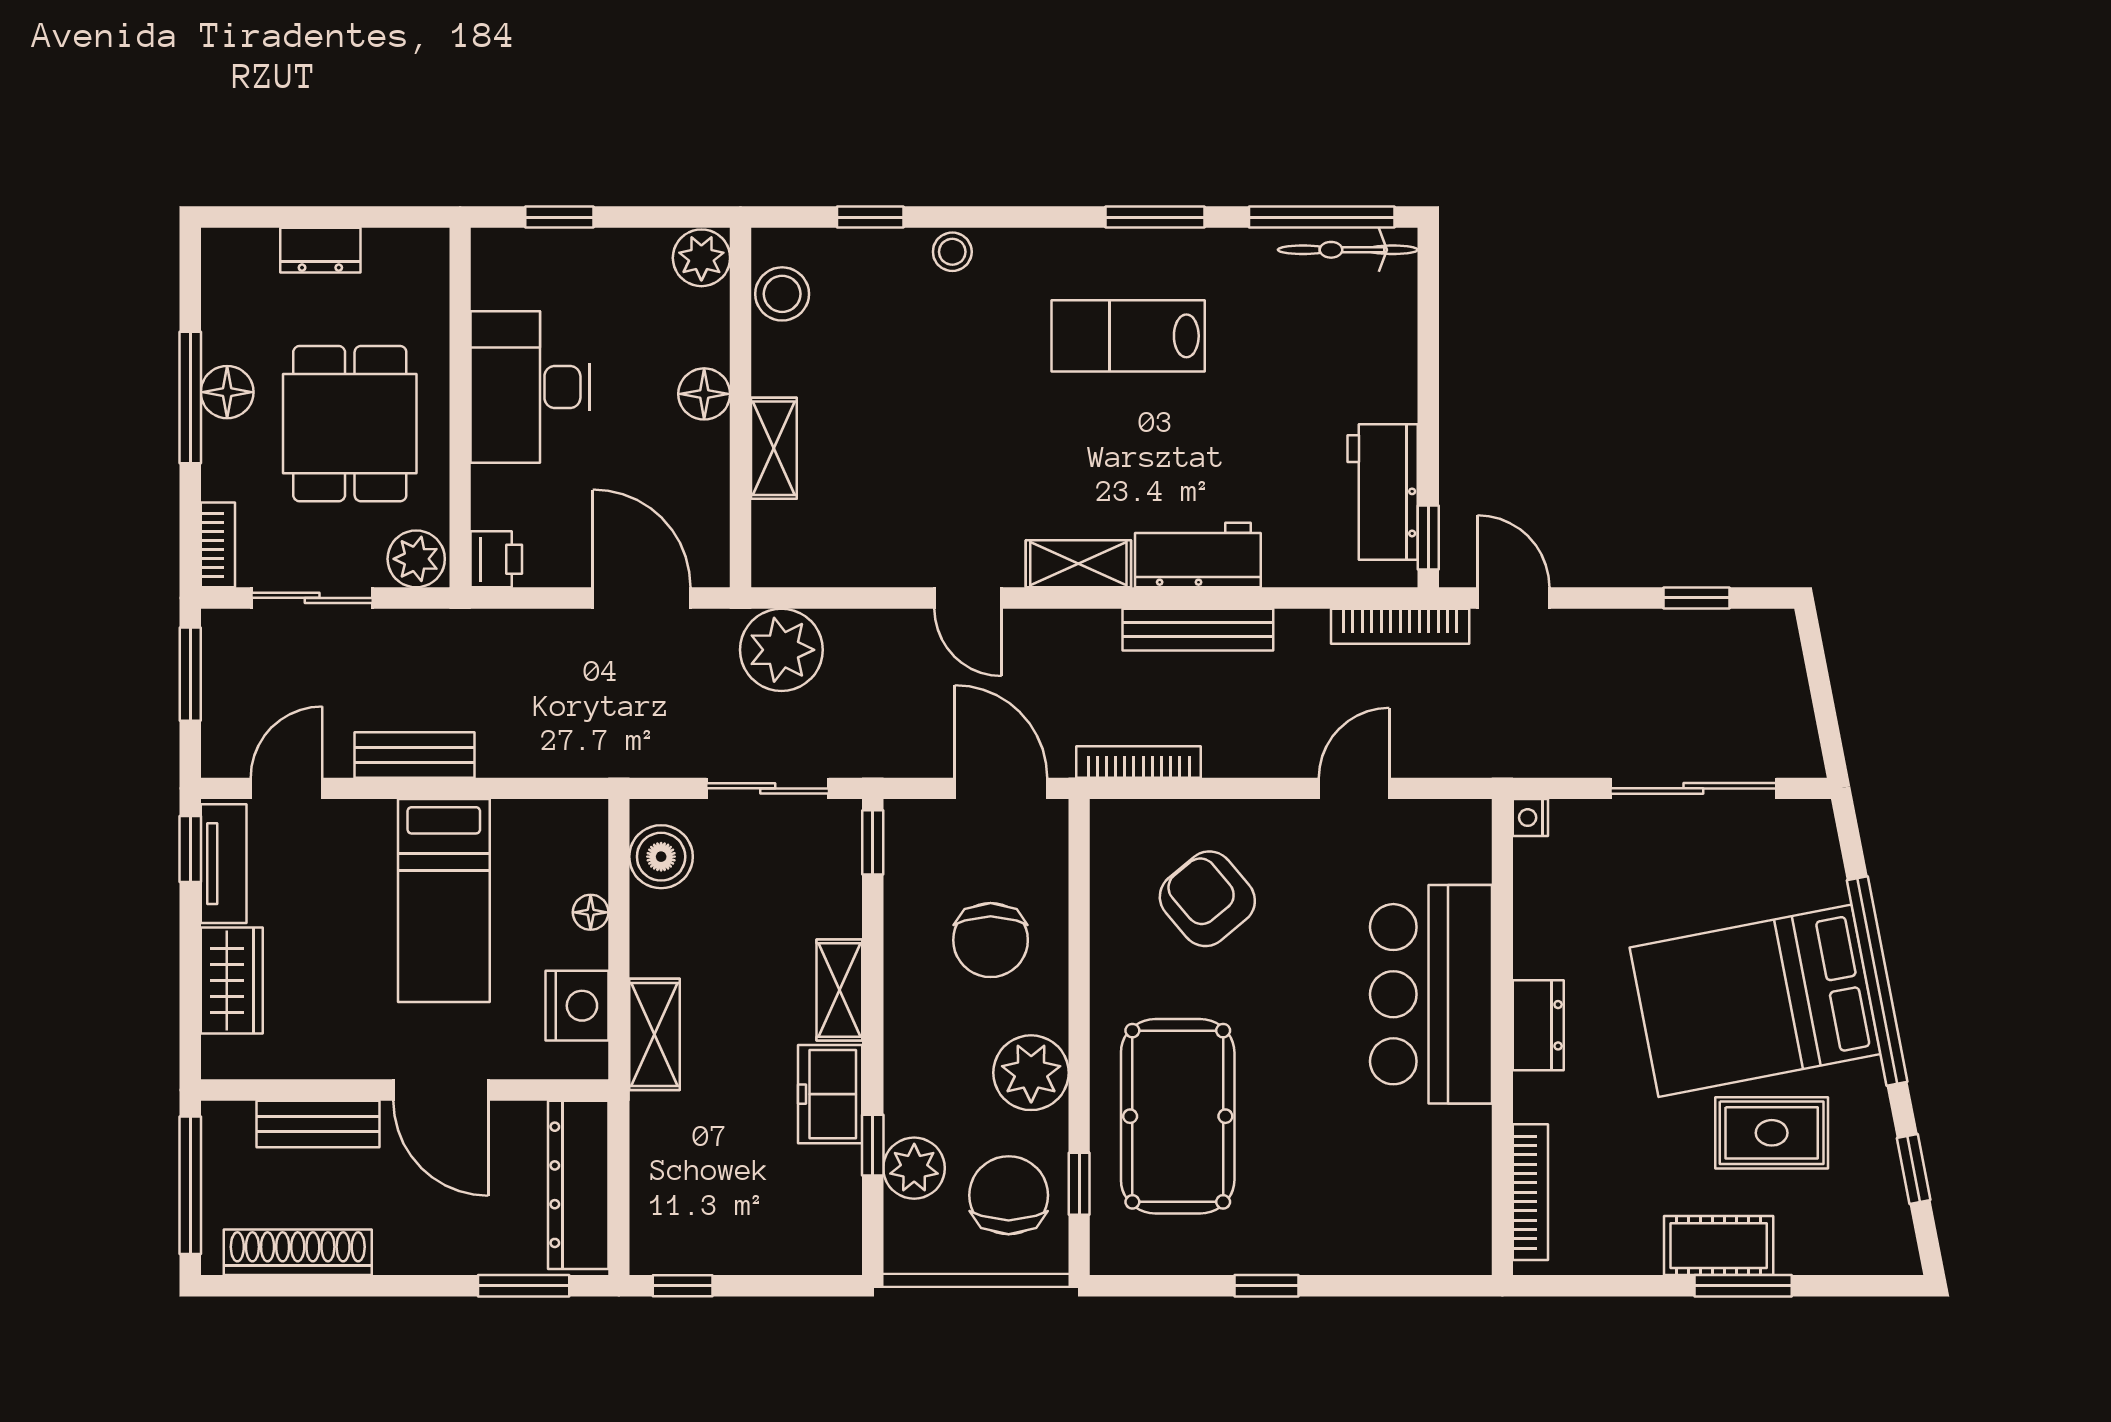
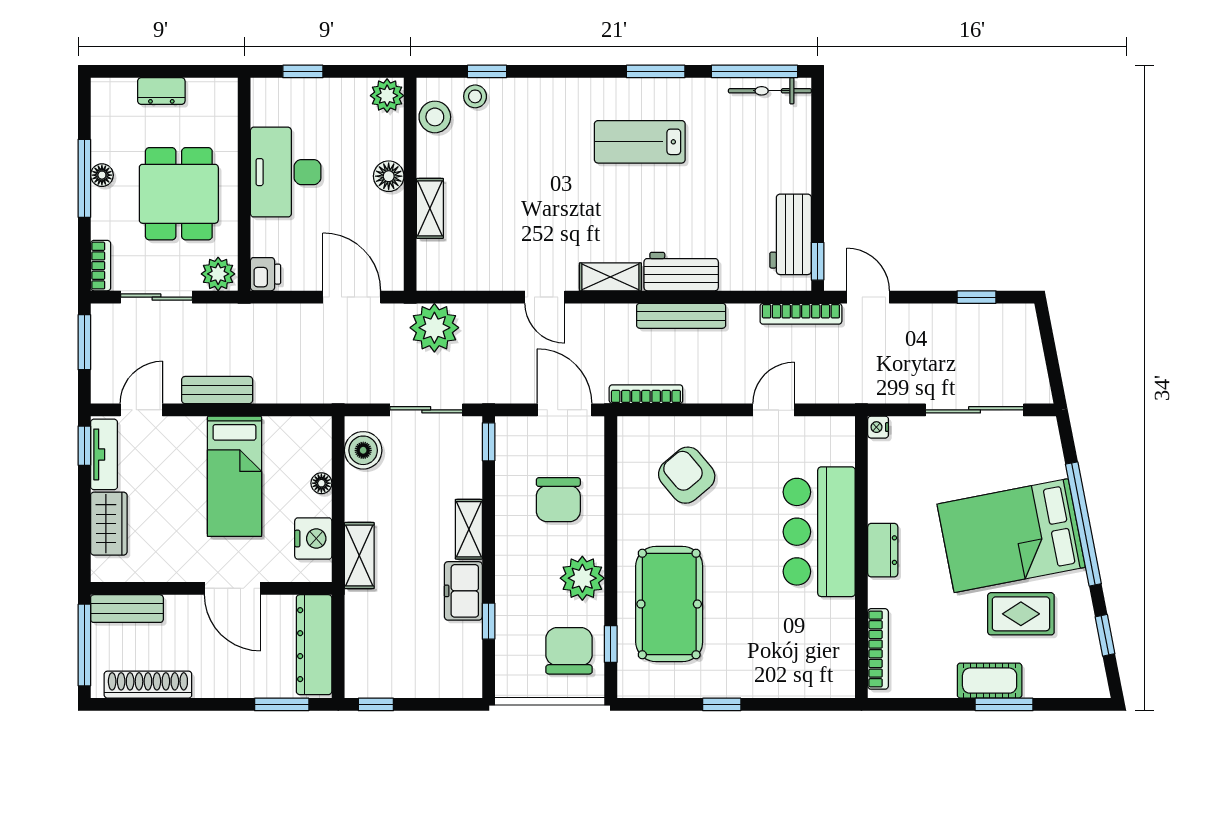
stool: (952, 252) -> (475, 96), moved
floor lamp: (227, 392) -> (102, 175), width x0.73, depth x0.73
bench: (318, 1124) -> (127, 609), moved
plant: (914, 1168) -> (513, 635), removed

